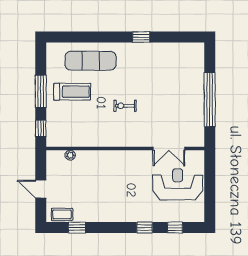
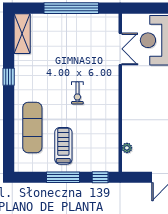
shelving: (184, 50) -> (22, 34), added

